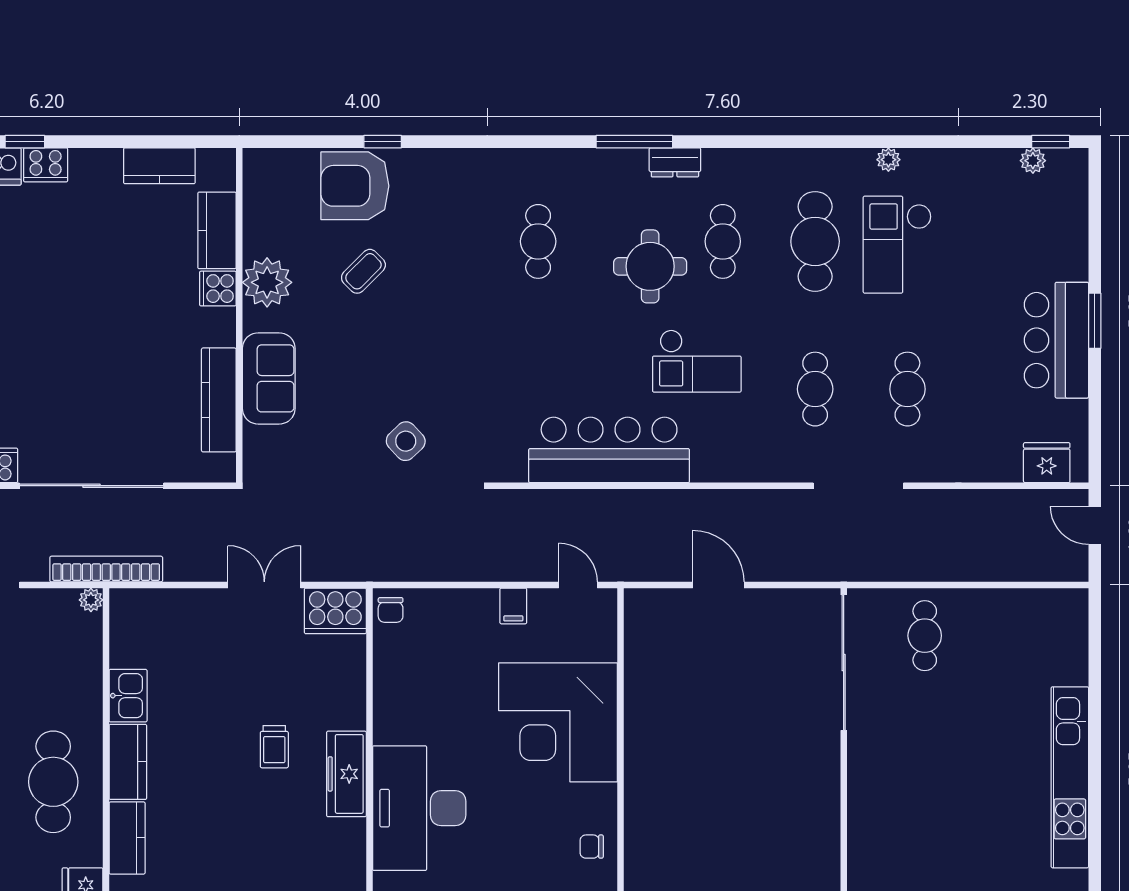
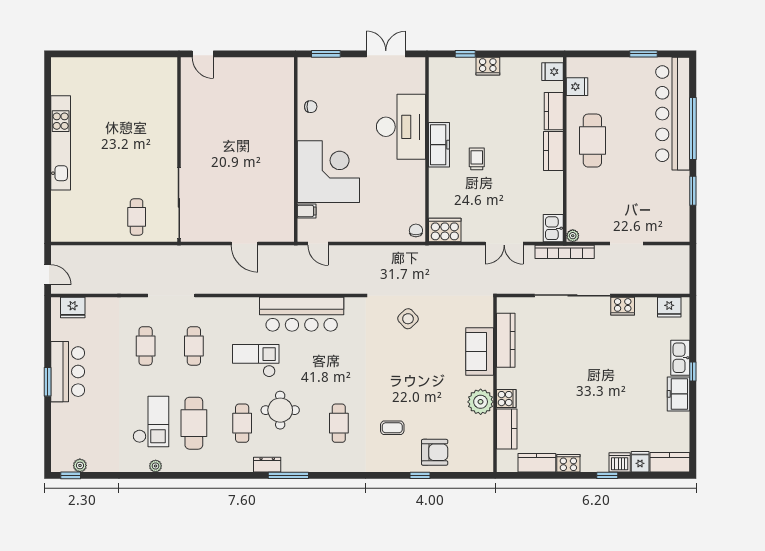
cooker: (46, 165) -> (568, 463), moved
armchair: (355, 186) -> (435, 452), width x0.73, depth x0.73
coffee table: (363, 271) -> (392, 428), moved, turned 45
double door: (264, 585) -> (504, 244), moved
filing cabinet: (513, 606) -> (307, 211), moved, turned 90
kitchen sink: (128, 696) -> (553, 228), moved

